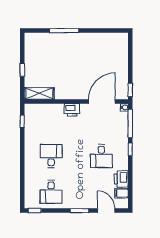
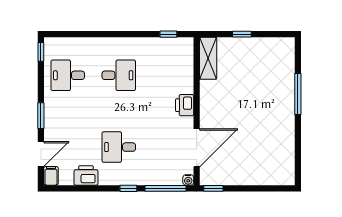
door: (102, 102) -> (197, 148), hinge flipped
filing cabinet: (121, 193) -> (51, 176), moved

